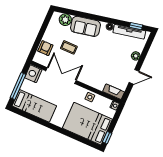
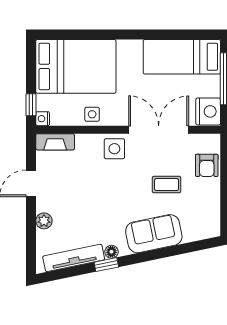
plant: (65, 20) -> (194, 230), removed
window: (136, 26) -> (106, 265), moved
double door: (61, 76) -> (159, 130), swing flipped
side table: (86, 76) -> (114, 149), added
window: (107, 138) -> (31, 105), moved

